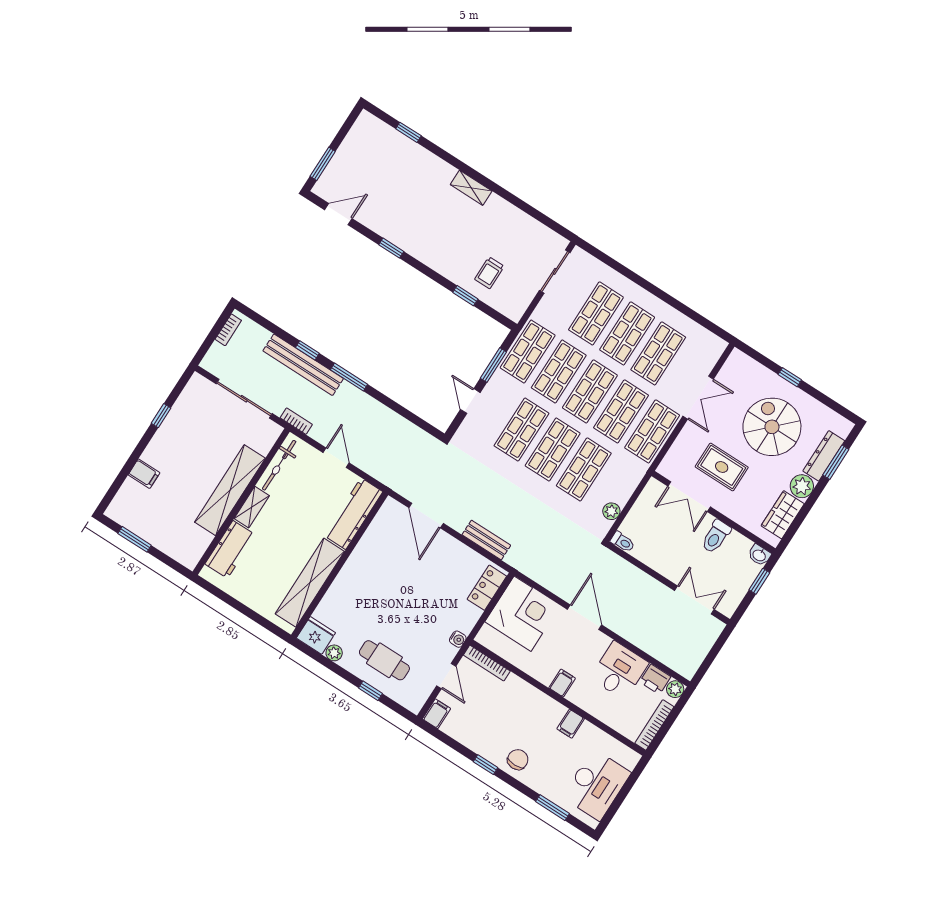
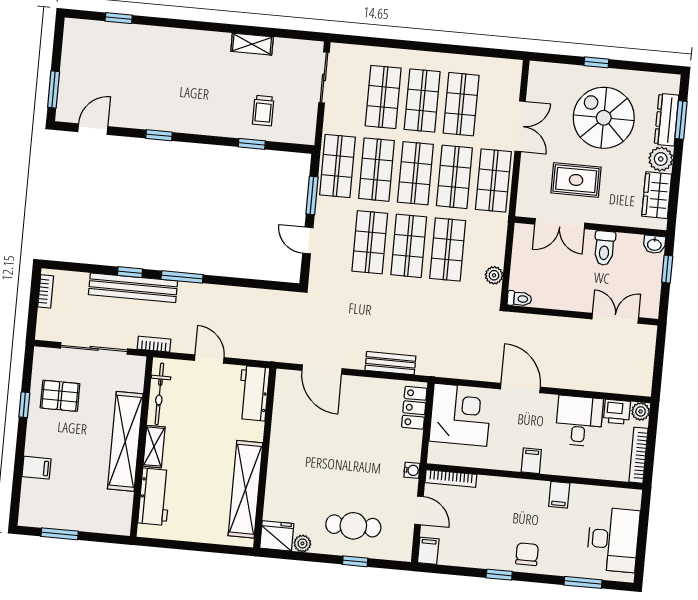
shelving: (471, 188) -> (252, 44), moved
pallet: (195, 424) -> (60, 396), added
workbench: (353, 514) -> (254, 393), width x0.73

